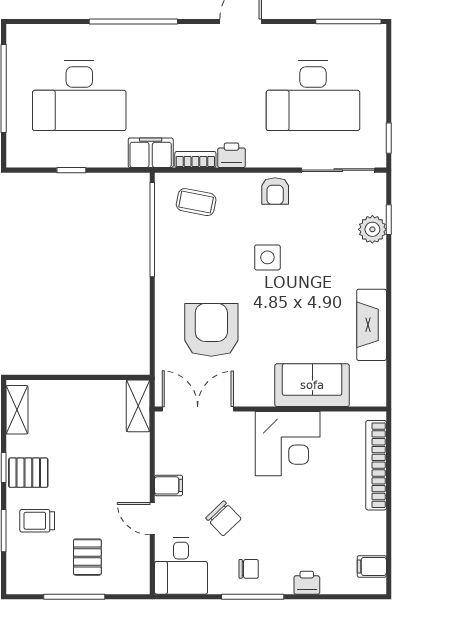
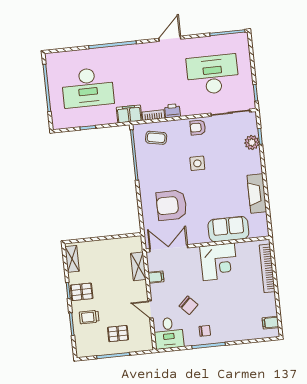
desk: (313, 96) -> (213, 74), turned 180
armchair: (275, 191) -> (198, 127), turned 90
armchair: (211, 330) -> (171, 205), turned -90
shelving: (138, 406) -> (138, 266), moved
filing cabinet: (169, 485) -> (156, 277), moved
pallet: (87, 557) -> (118, 334), turned 90
printer: (307, 583) -> (237, 335), removed

